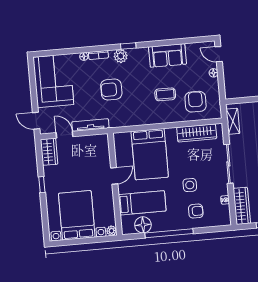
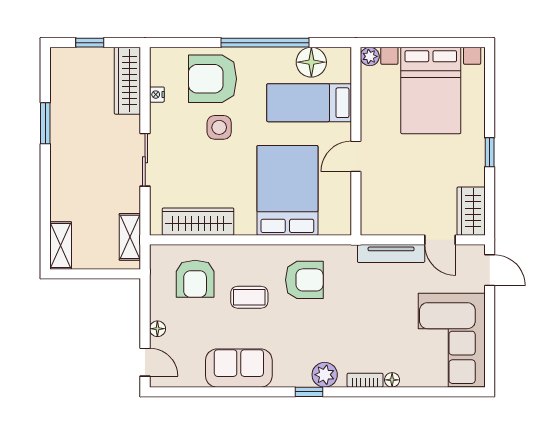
armchair: (111, 89) -> (304, 280), moved
sliding door: (228, 164) -> (145, 160), width x0.73
armchair: (196, 211) -> (212, 79), width x1.88, depth x1.88

